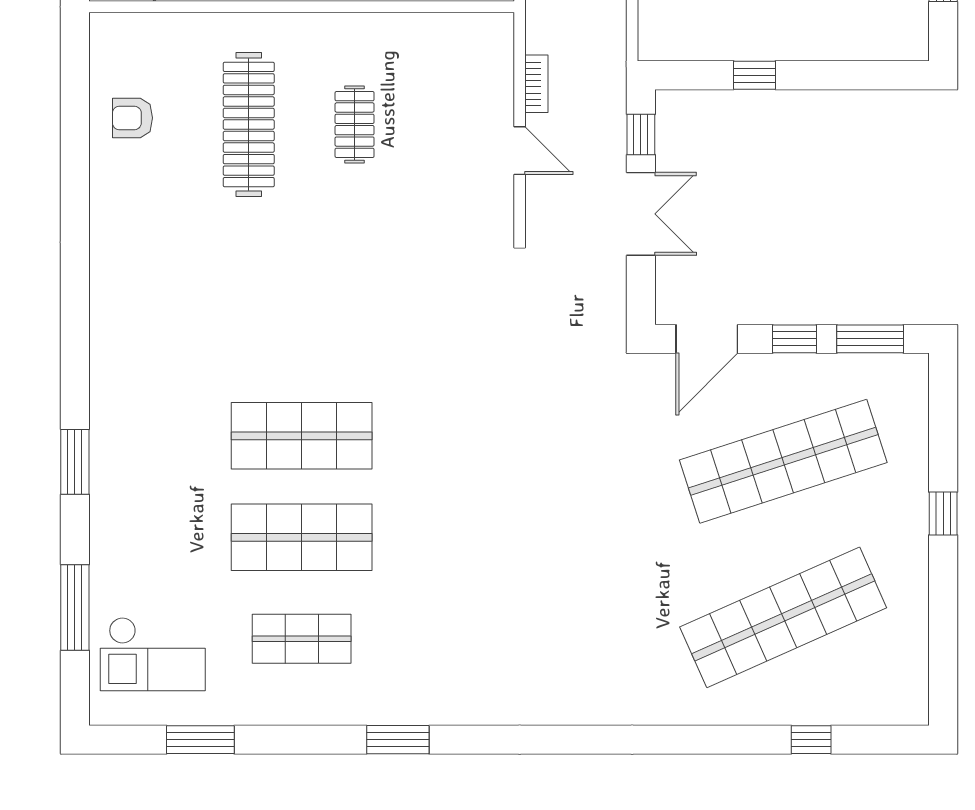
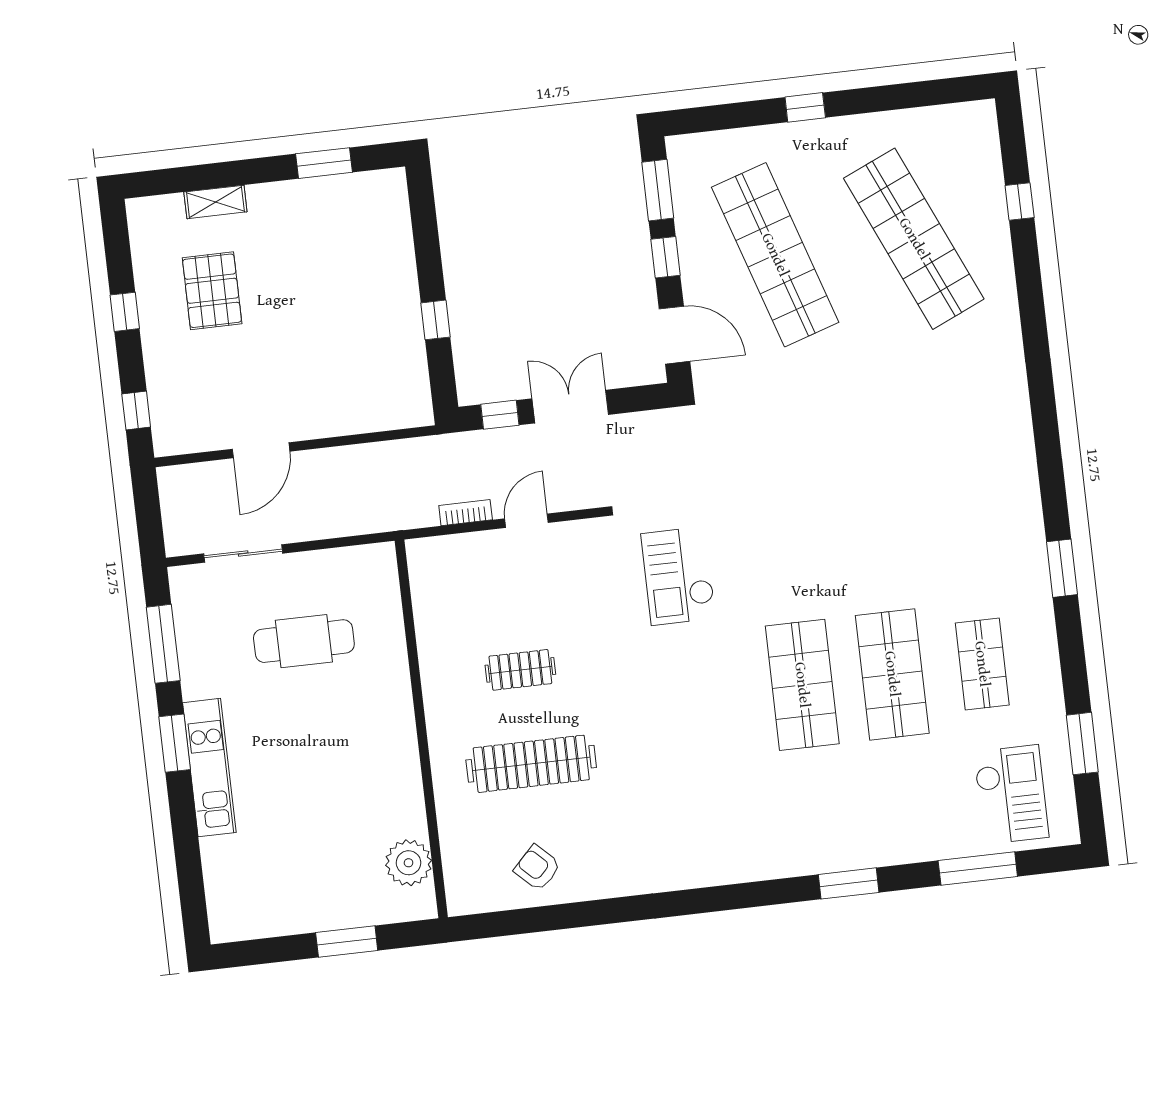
armchair: (132, 118) -> (537, 868), turned 134
checkout: (439, 312) -> (678, 576), added

